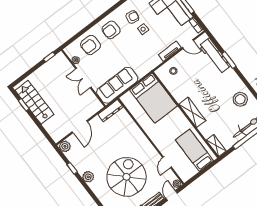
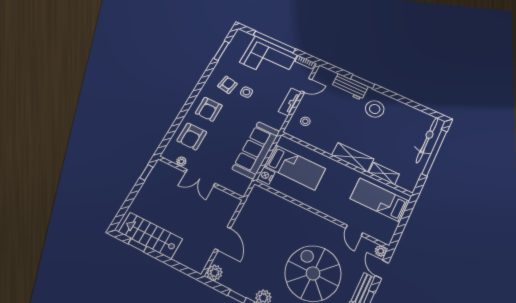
workbench: (215, 56) -> (350, 87), width x0.73
sofa: (117, 85) -> (256, 150), moved
nightstand: (128, 97) -> (266, 176), added
bed: (153, 98) -> (295, 167), width x0.67
stool: (240, 99) -> (375, 109), moved
dresser: (111, 111) -> (252, 201), removed
shelving: (216, 146) -> (384, 174), moved

